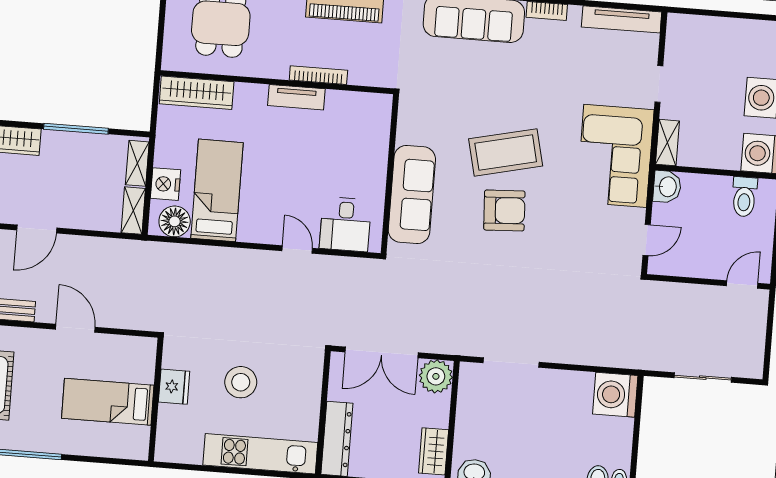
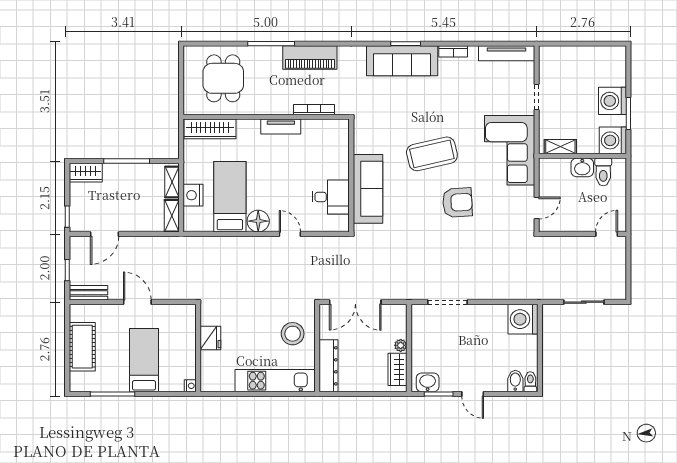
bookcase: (318, 75) -> (314, 110), moved
shelving: (667, 143) -> (560, 147), moved, turned 90
washbasin: (667, 187) -> (582, 167), moved, turned 90
armchair: (504, 210) -> (457, 202), moved
floor lamp: (175, 221) -> (258, 221), moved
desk: (345, 224) -> (331, 197), moved, turned -90
plant: (436, 376) -> (401, 345), moved, width x0.53, depth x0.53
stool: (241, 382) -> (293, 334), moved
bed: (108, 402) -> (144, 360), moved, turned 90
nightstand: (141, 452) -> (190, 386), added

